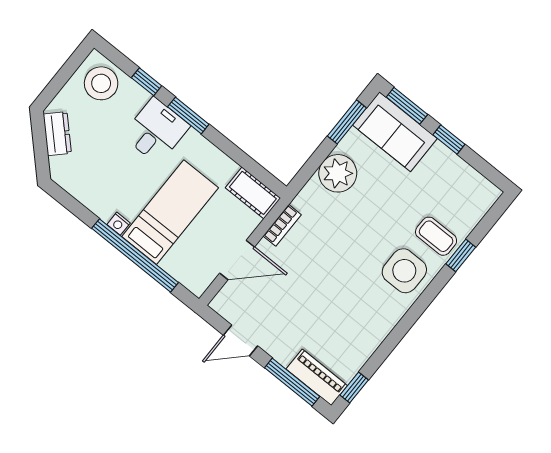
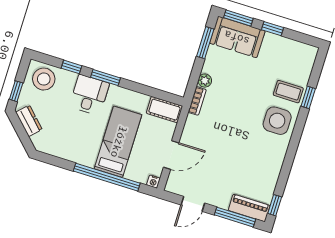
window: (56, 85) -> (16, 91), added
plant: (338, 173) -> (205, 81), width x0.53, depth x0.53
nightstand: (119, 224) -> (153, 182), moved
bookcase: (282, 225) -> (197, 101), moved

